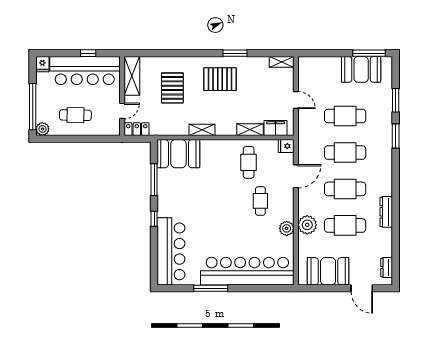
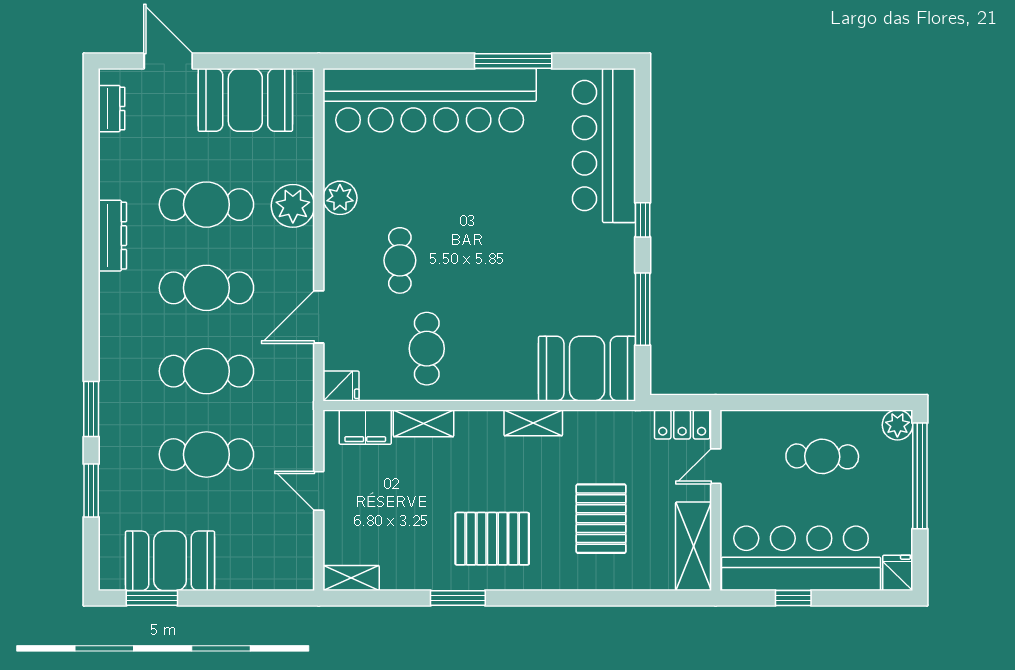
window: (369, 53) -> (152, 598), width x0.69

